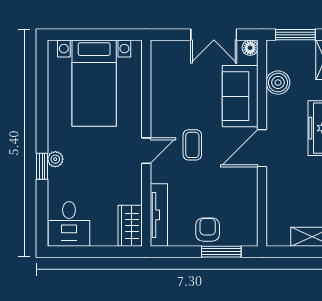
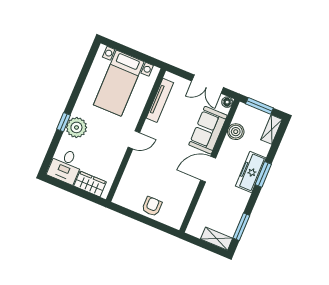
coffee table: (192, 145) -> (165, 148), removed
plant: (55, 159) -> (76, 127), width x1.87, depth x1.87
tv unit: (159, 215) -> (160, 100), moved
wardrobe: (130, 226) -> (90, 184), moved, turned 90
window: (221, 252) -> (155, 224), removed

